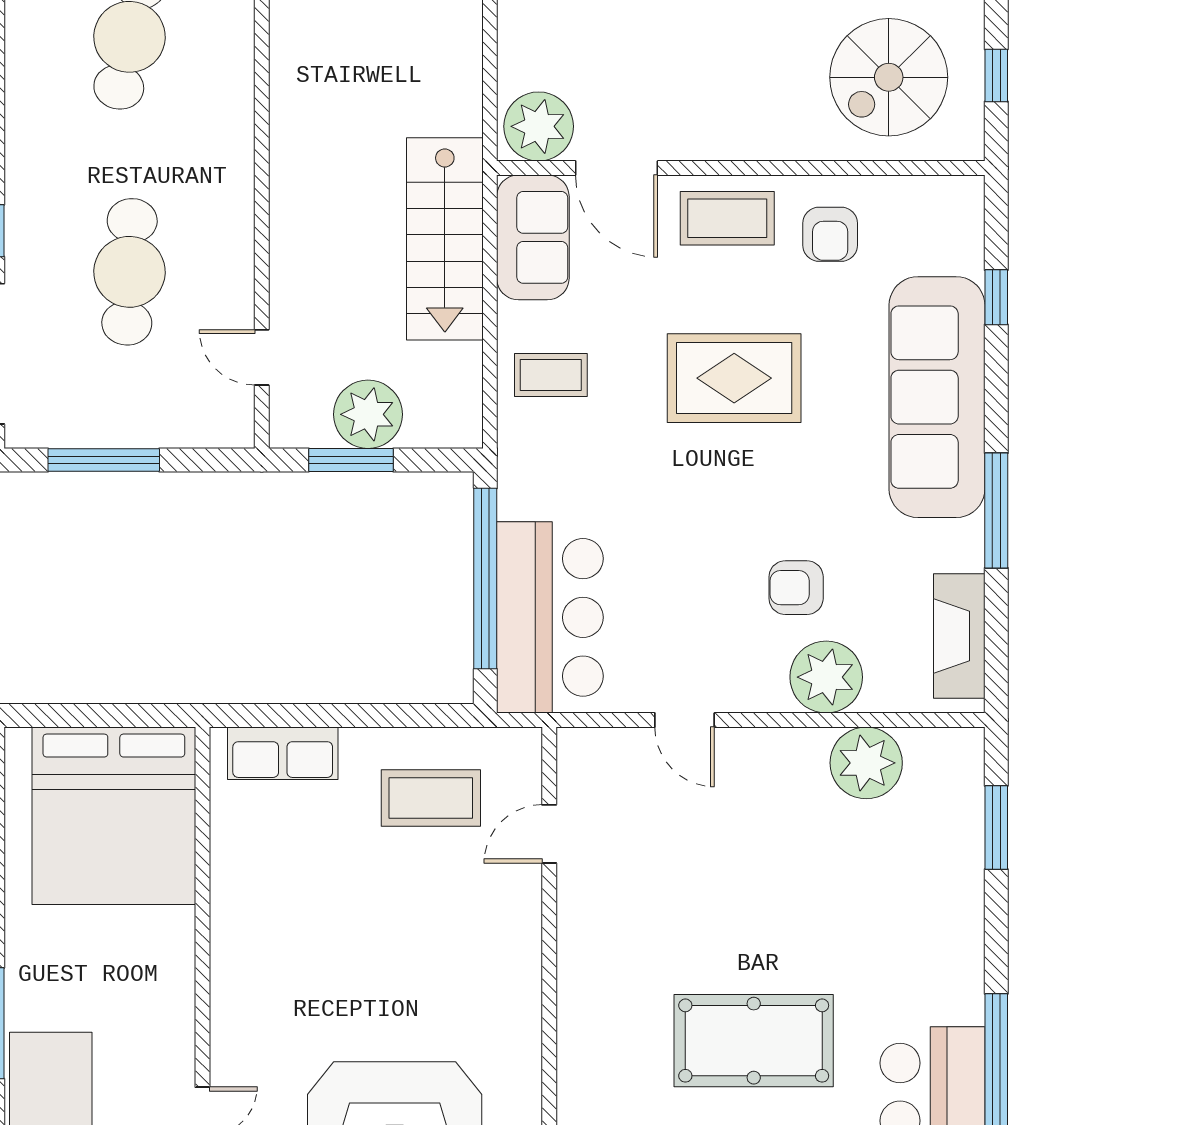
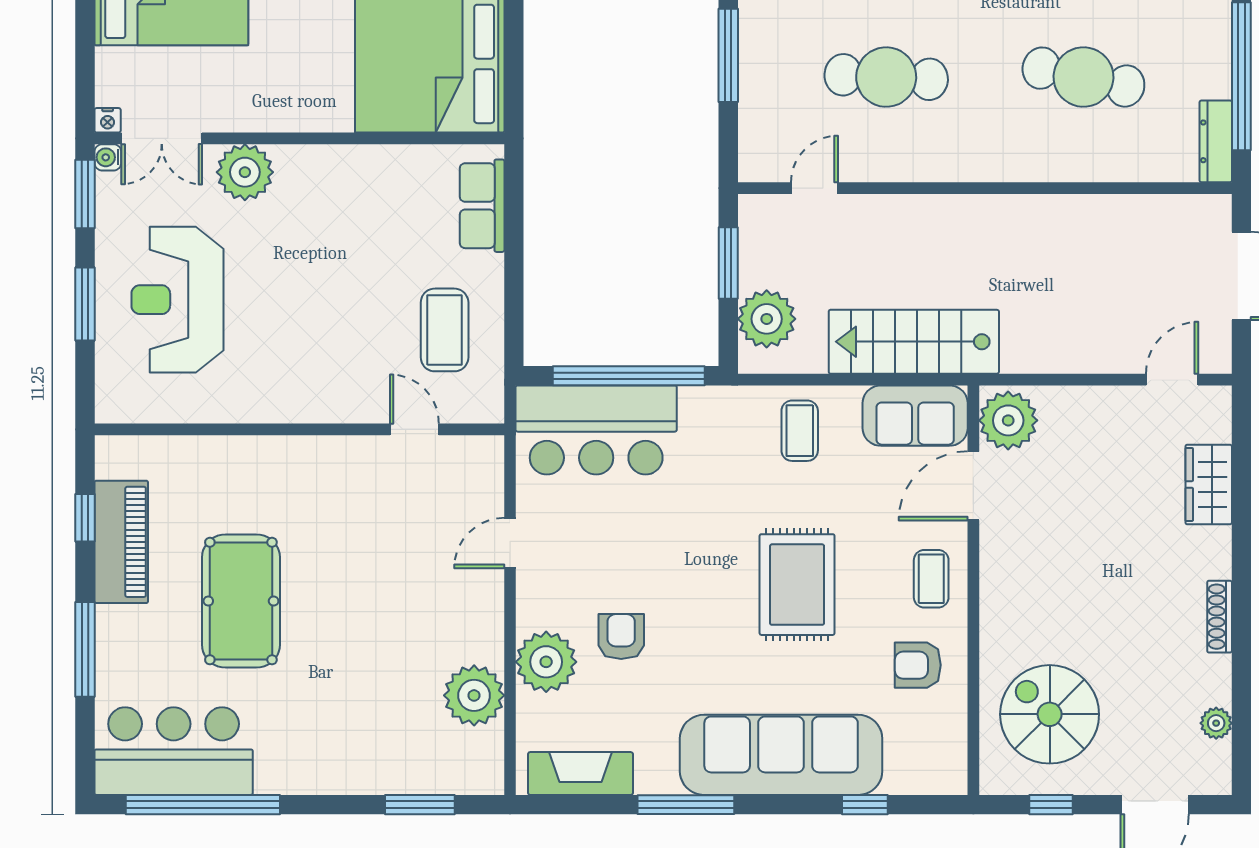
coffee table: (727, 218) -> (931, 579), width x0.73, depth x0.77
plant: (368, 414) -> (767, 319), moved
plant: (243, 1036) -> (245, 172), added

